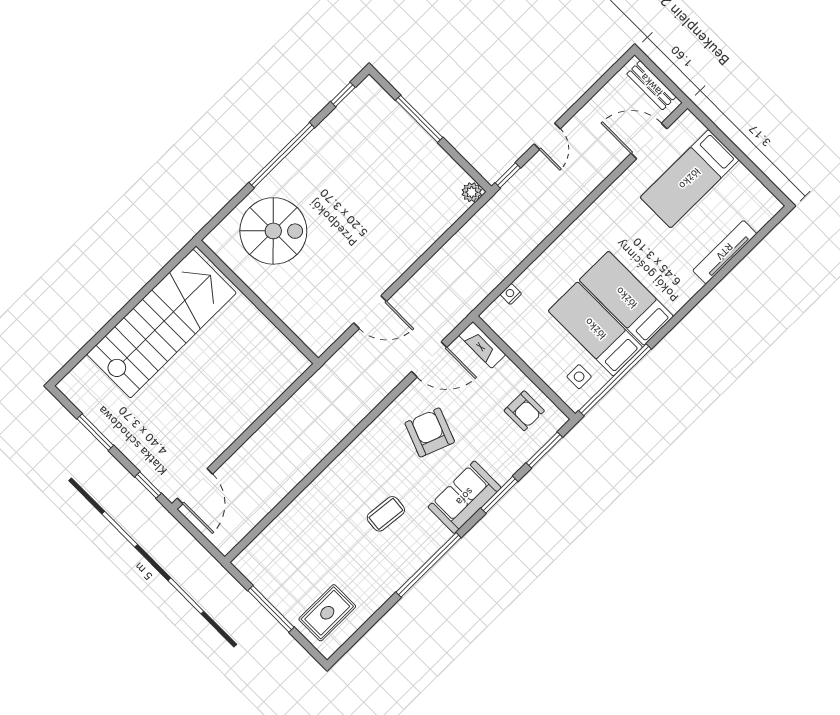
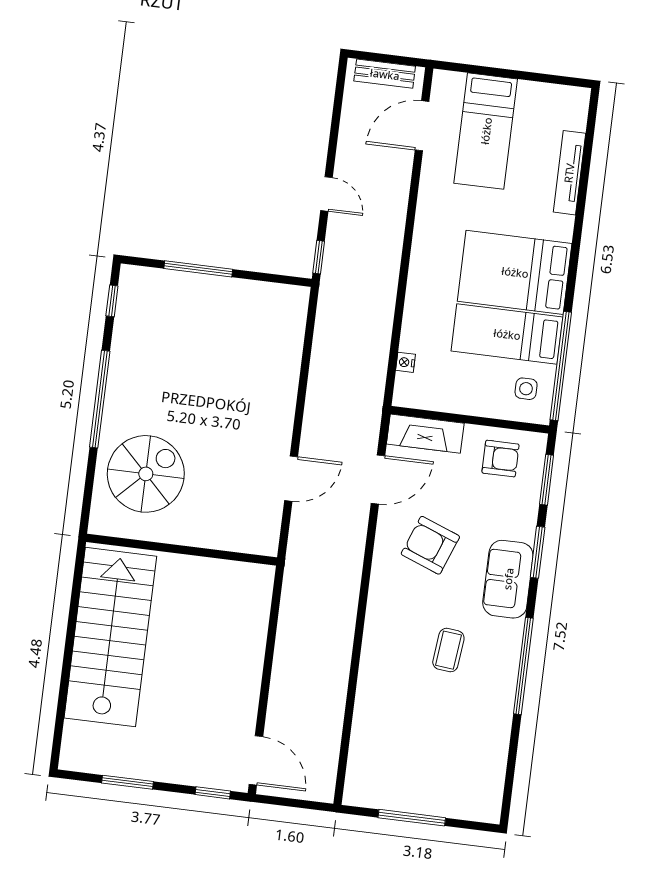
plant: (472, 192) -> (298, 298), removed
bed: (626, 298) -> (515, 272), width x1.50
fireplace: (482, 345) -> (425, 434), width x1.37, depth x1.32
rug: (327, 613) -> (466, 781), removed

